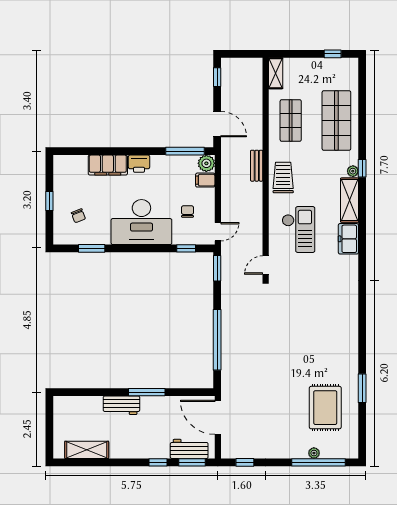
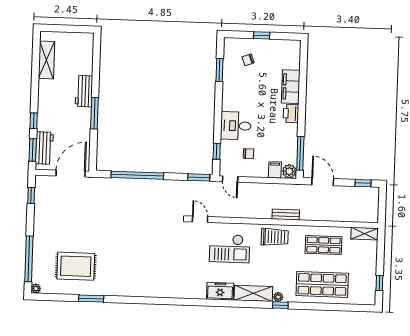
door: (217, 124) -> (323, 182), swing flipped
desk: (141, 222) -> (236, 126), width x0.53, depth x0.77
plant: (314, 453) -> (36, 289), moved

